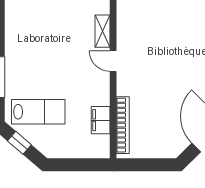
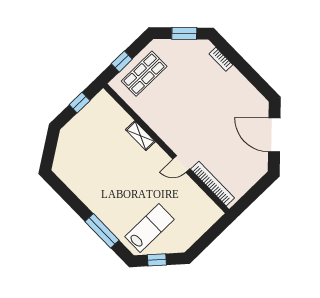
door: (113, 61) -> (181, 164), moved
filing cabinet: (101, 120) -> (195, 194), removed

